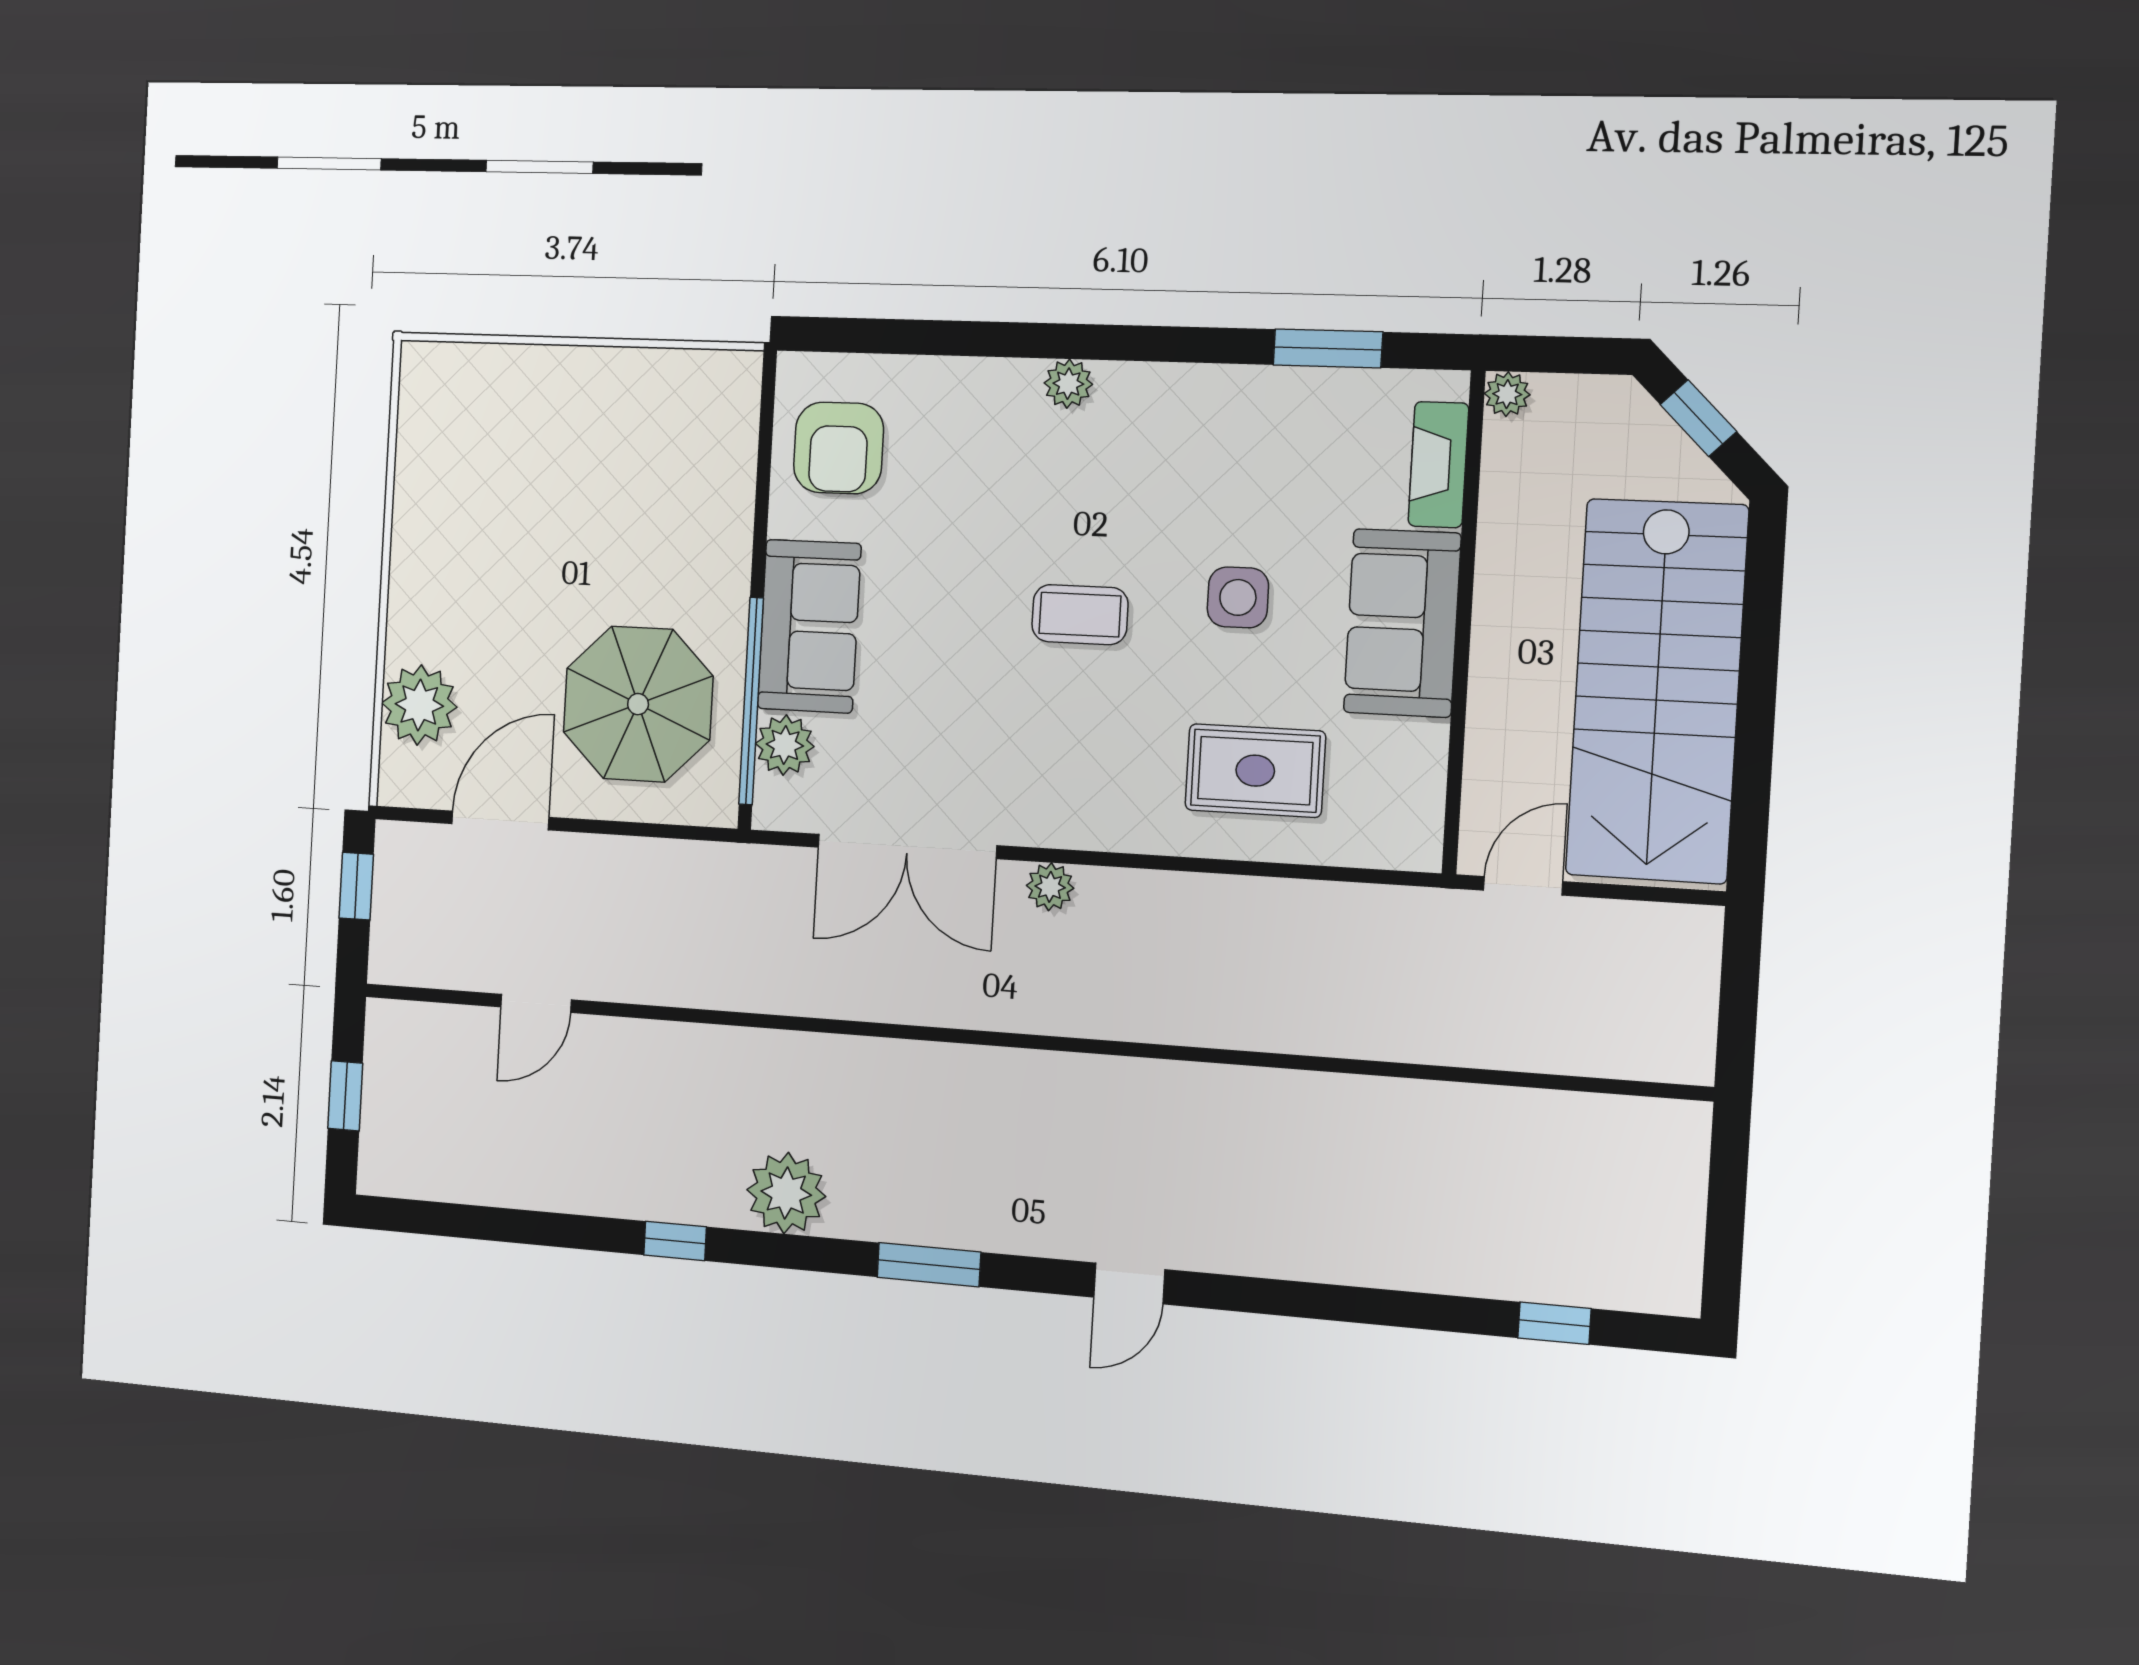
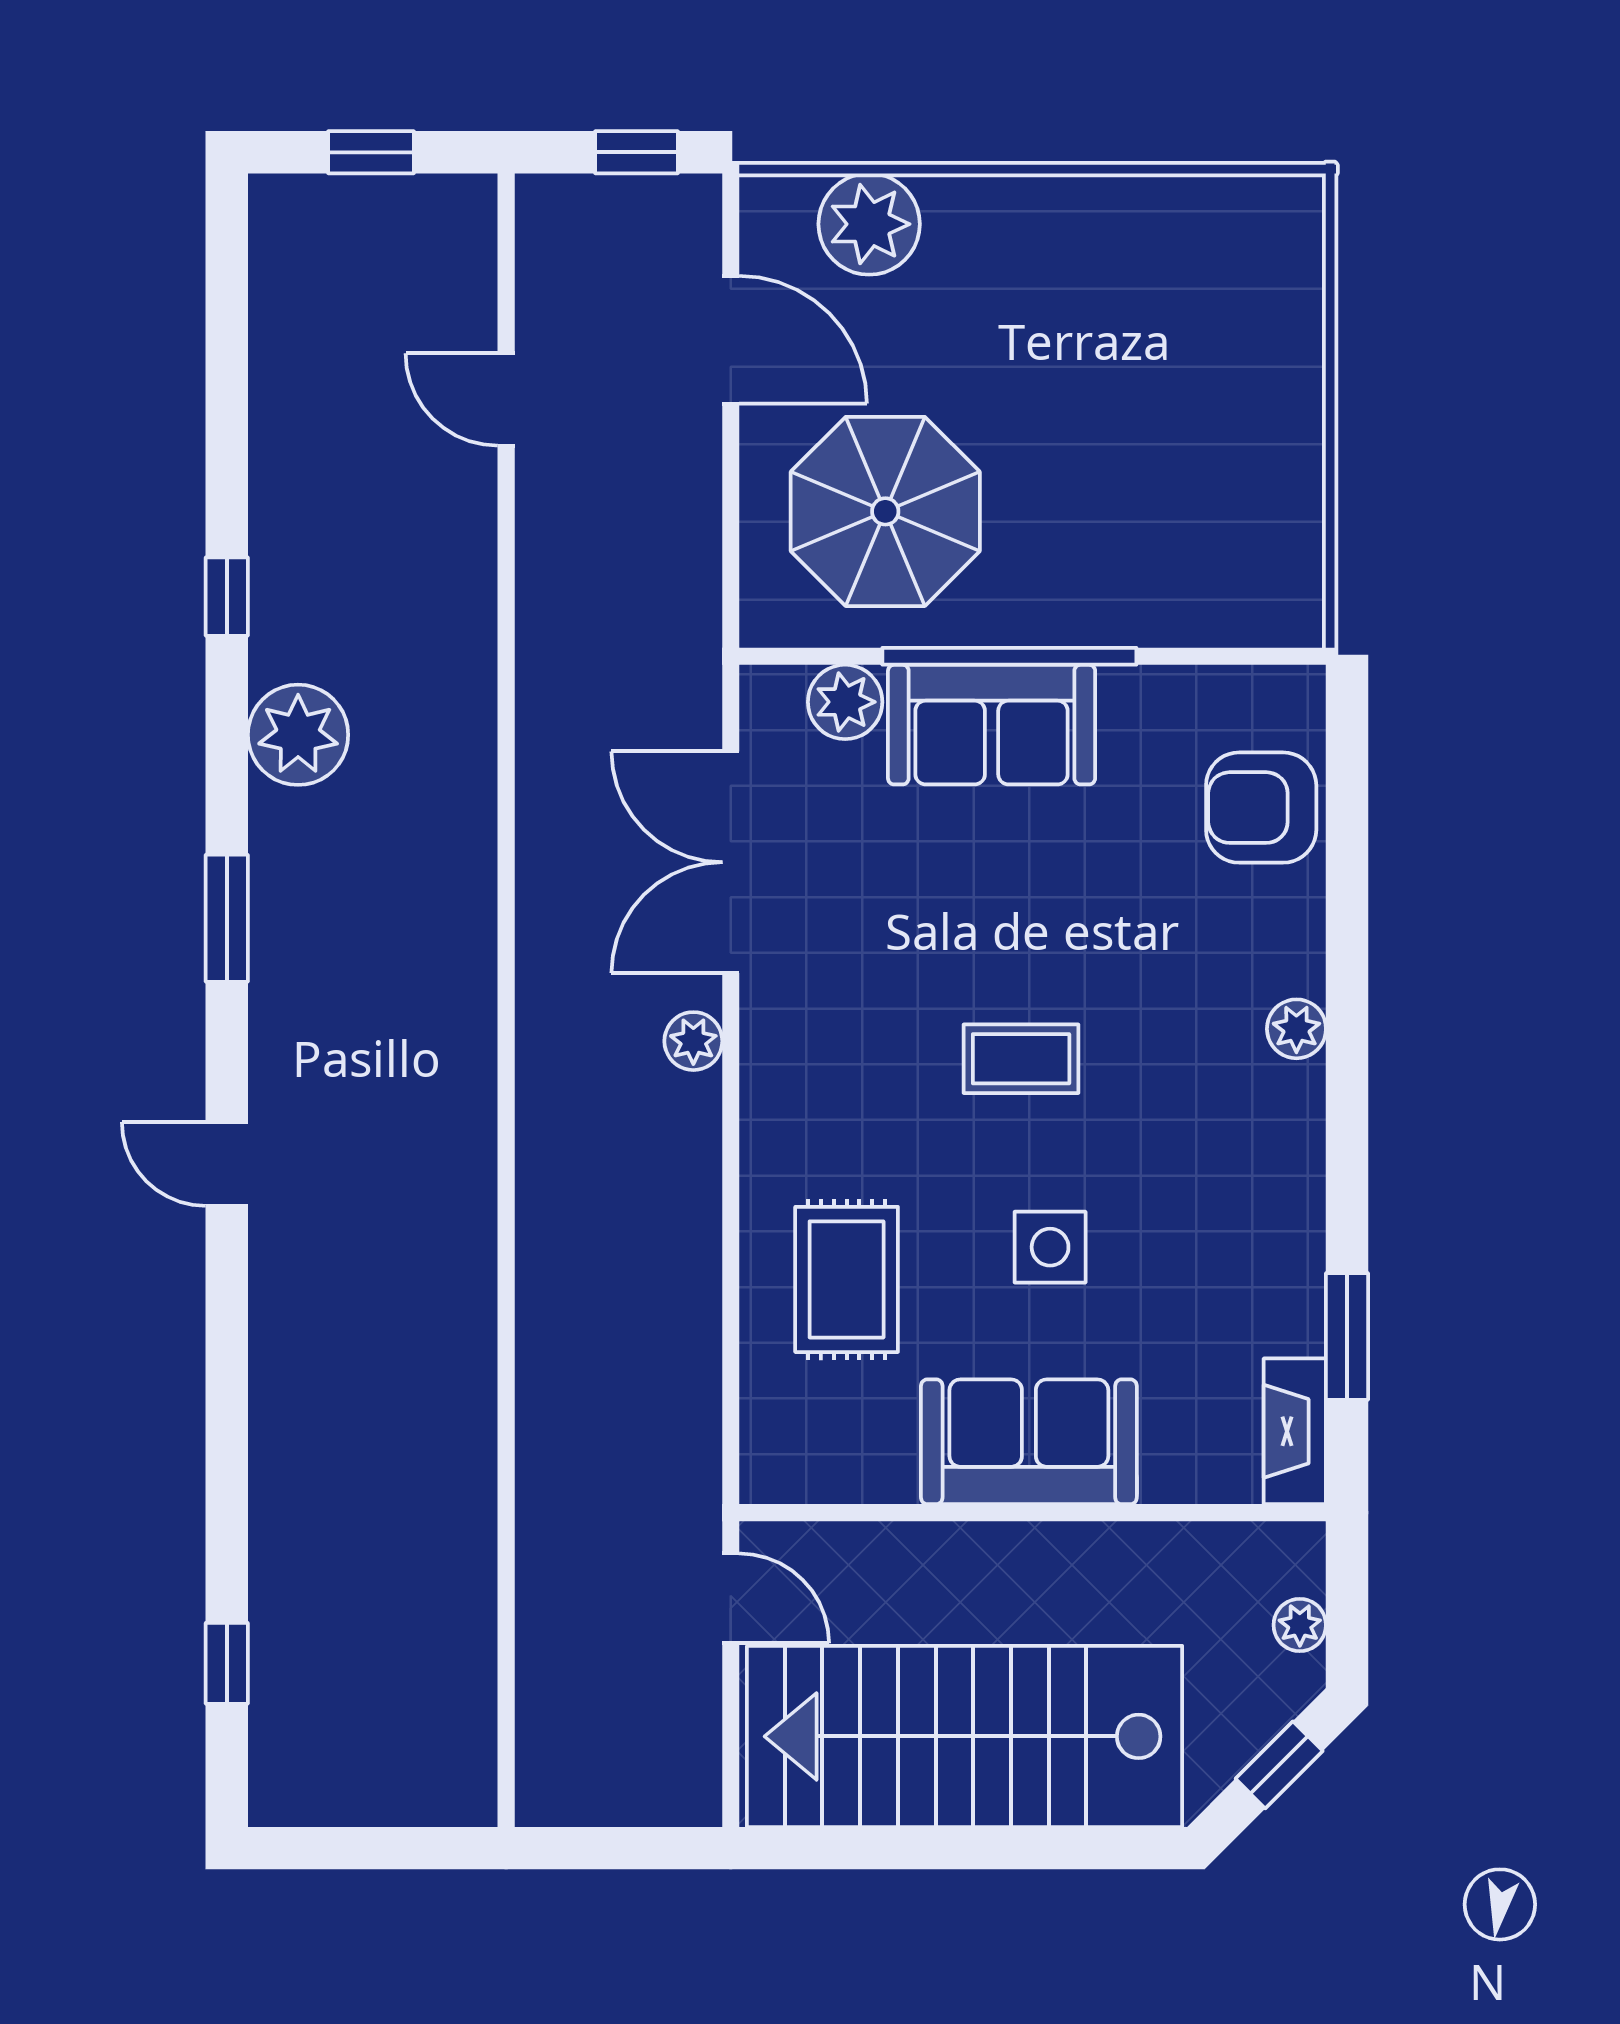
plant: (1507, 394) -> (1300, 1625), moved
armchair: (839, 448) -> (1261, 808), moved
fireplace: (1438, 465) -> (1295, 1431), moved, turned -90
coffee table: (1080, 615) -> (1021, 1059), turned 90
window: (751, 701) -> (1009, 656), moved

